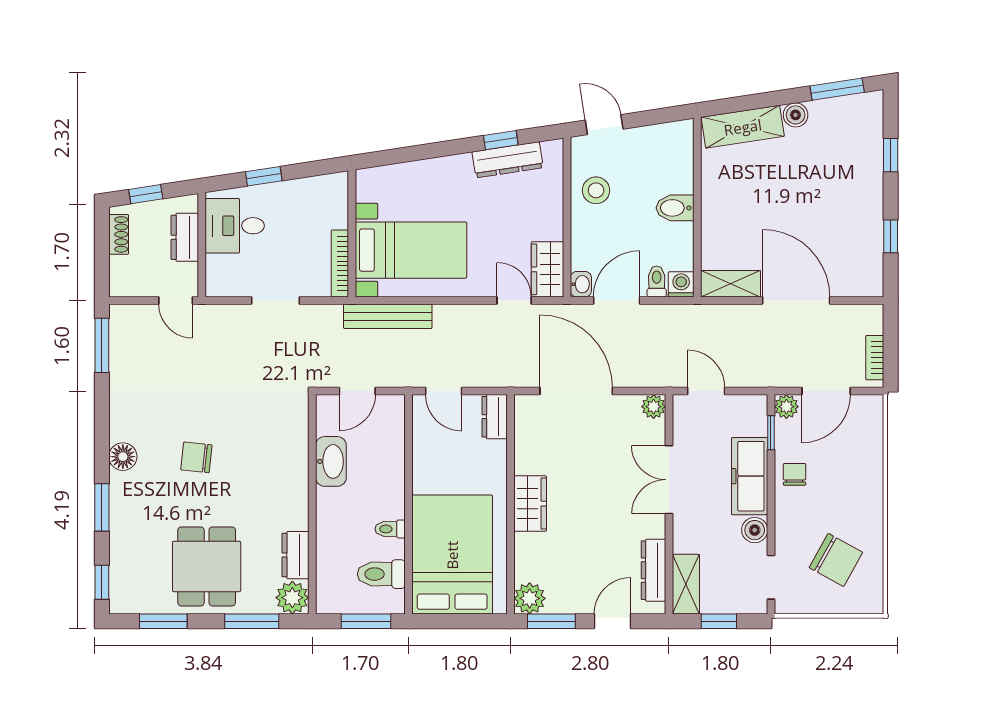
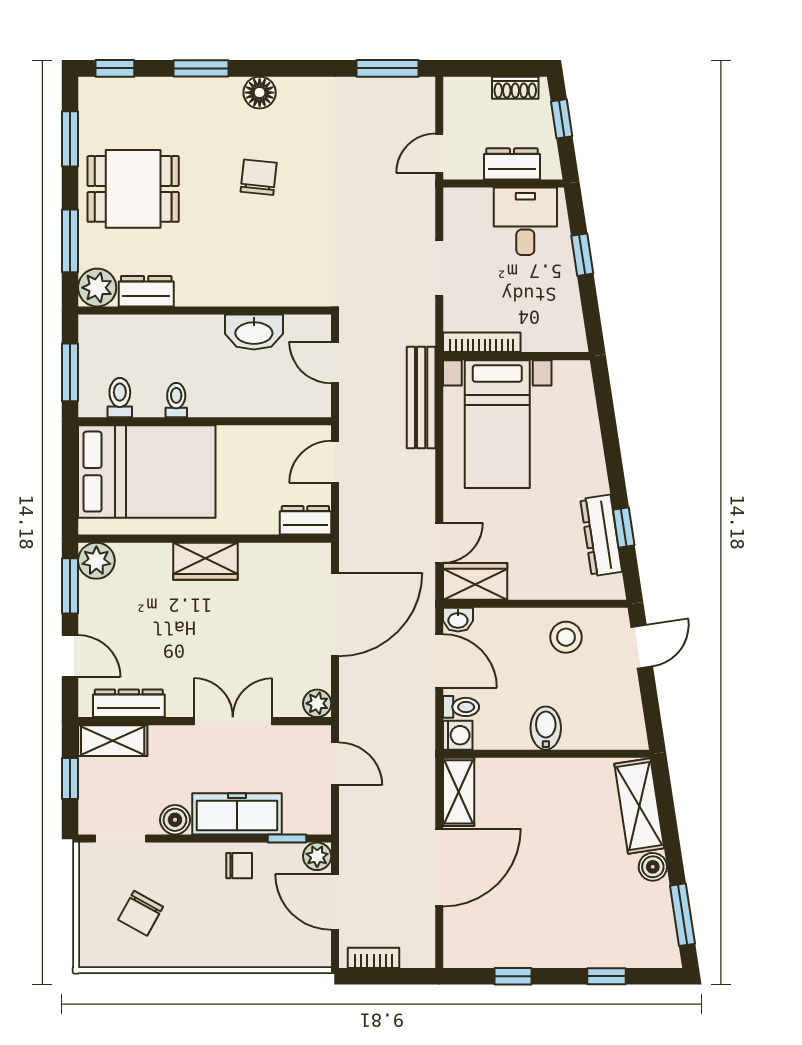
door: (706, 391) -> (335, 764), hinge flipped
chair: (836, 560) -> (141, 913), width x0.73, depth x0.73
toilet: (381, 574) -> (120, 398), width x0.73, depth x0.72

